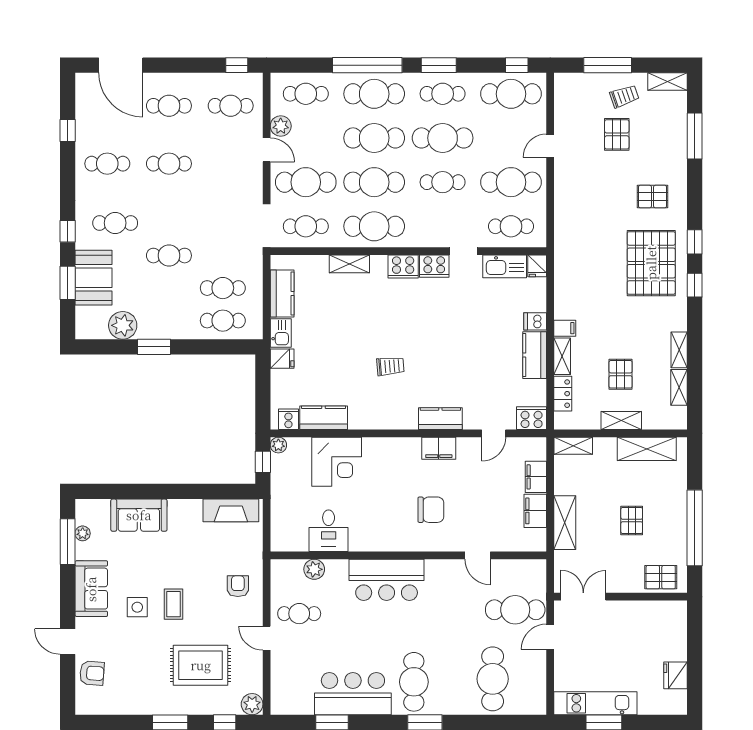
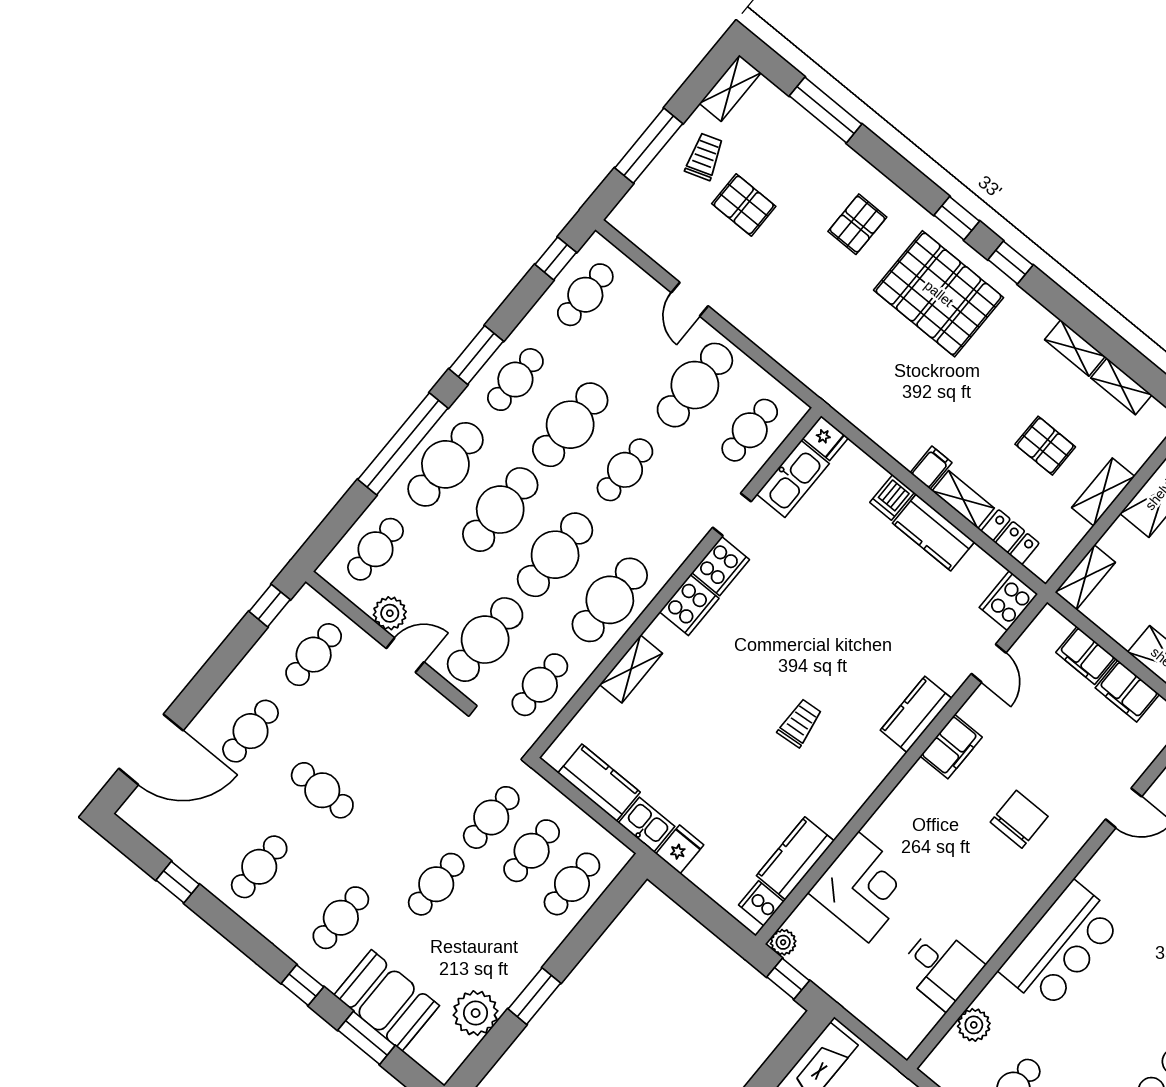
cafe table: (511, 94) -> (585, 295), width x0.73, depth x0.74
cafe table: (169, 164) -> (322, 790), turned 90
cafe table: (223, 256) -> (491, 817), added

